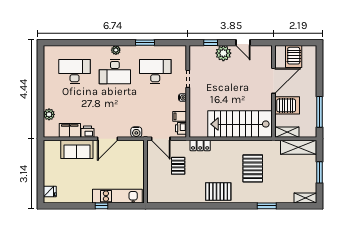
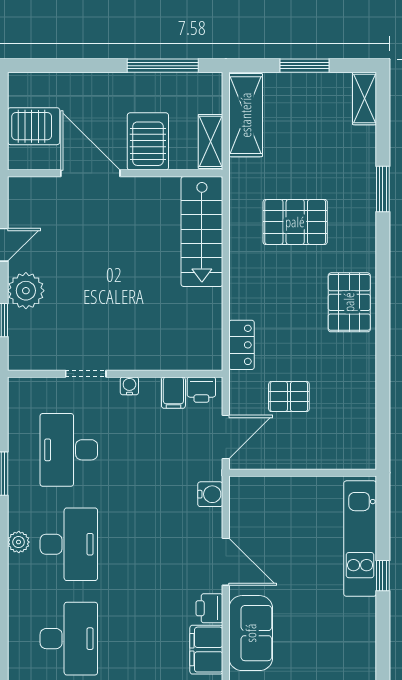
desk: (75, 72) -> (69, 639), turned 180
stairs: (240, 124) -> (202, 231), width x0.73, depth x0.66

